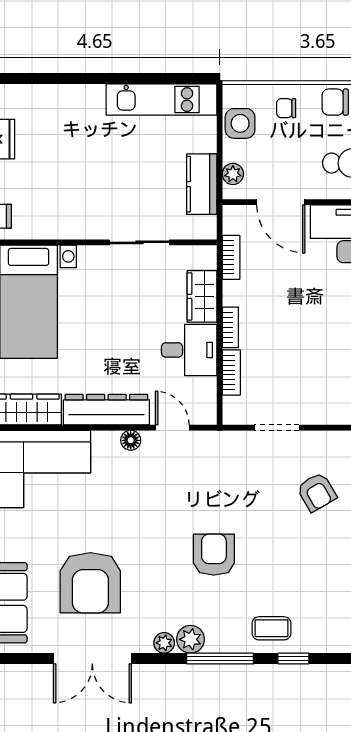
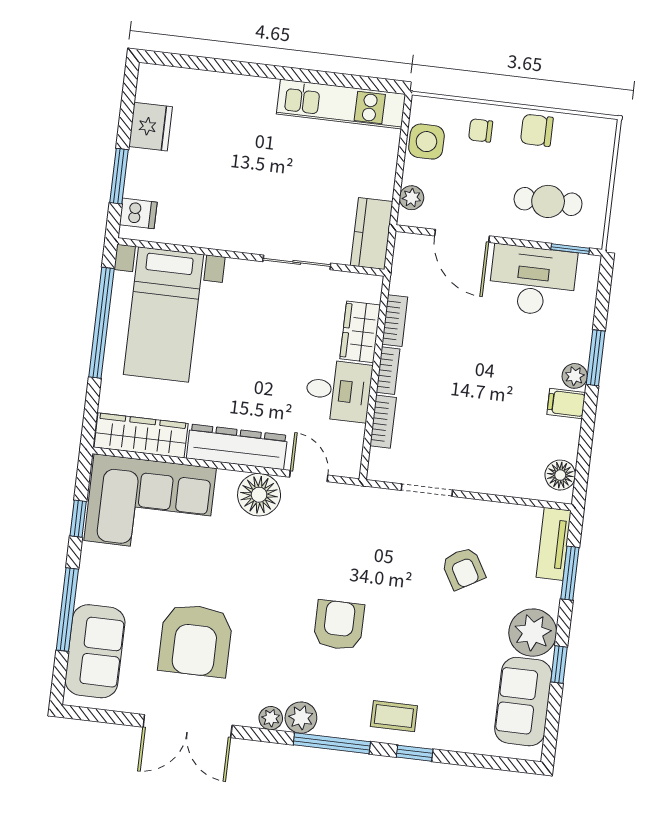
kitchen counter: (202, 184) -> (372, 234), moved
bookcase: (231, 257) -> (395, 321), moved
floor lamp: (131, 440) -> (259, 495), width x1.89, depth x1.89

